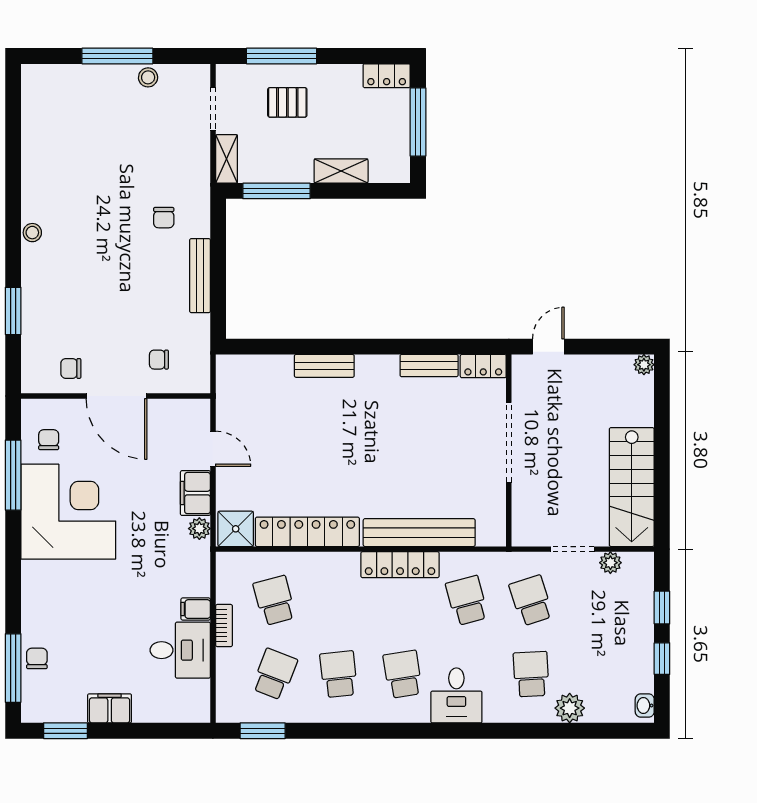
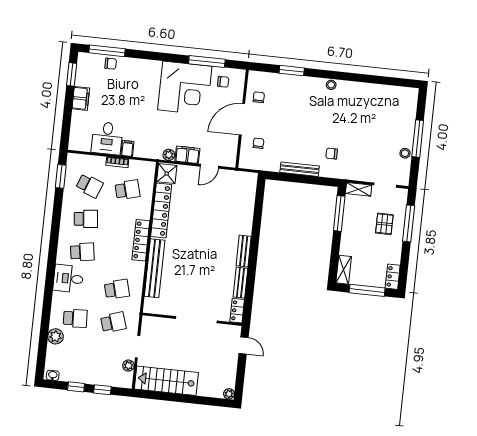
shelving: (341, 171) -> (344, 270), moved
bench: (324, 366) -> (244, 251), moved
locker: (400, 565) -> (141, 240), moved

